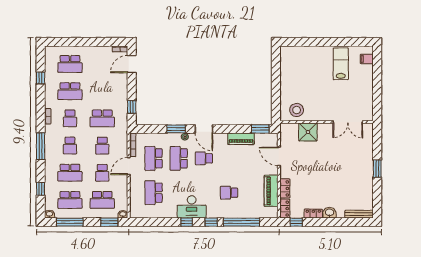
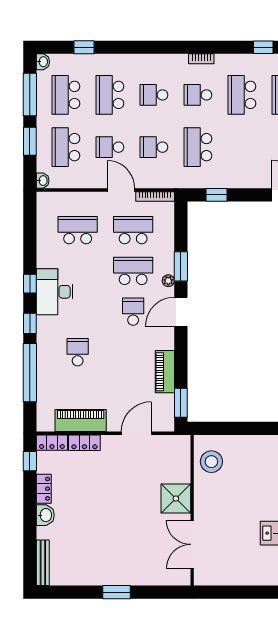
shower: (308, 132) -> (176, 499), moved
window: (41, 146) -> (153, 47), removed
window: (109, 222) -> (30, 141), moved

